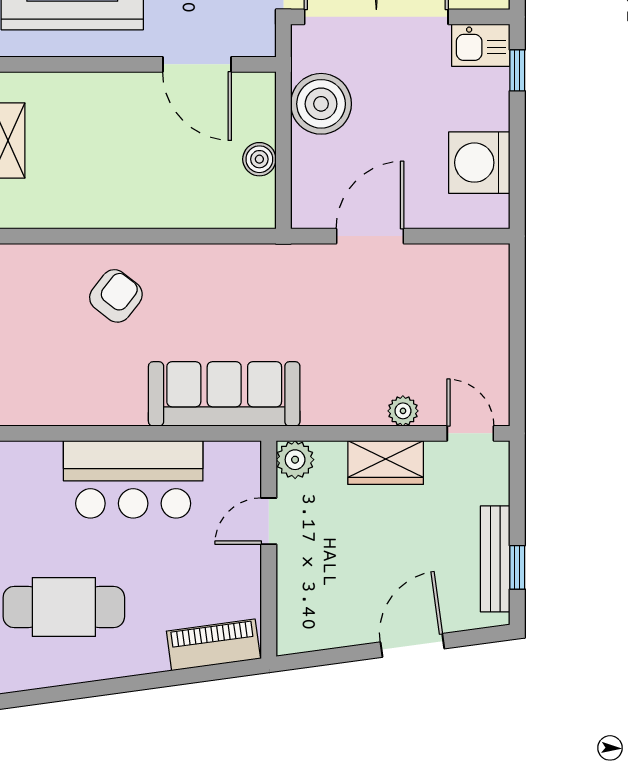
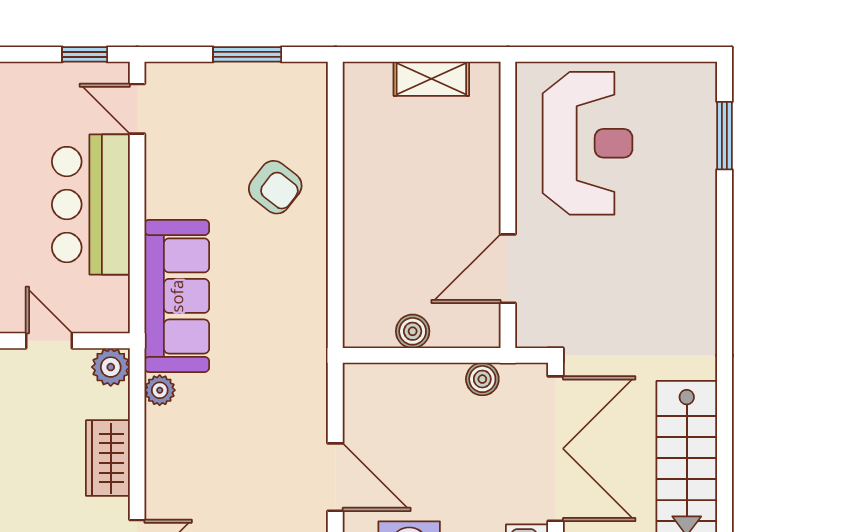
boiler: (321, 104) -> (482, 379), width x0.54, depth x0.54
door: (370, 236) -> (335, 477), moved
plant: (403, 411) -> (160, 390), moved
door: (38, 433) -> (137, 109), added

